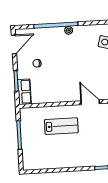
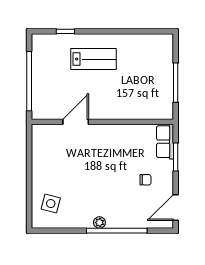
door: (90, 102) -> (76, 122), swing flipped
lab bench: (61, 126) -> (93, 59), moved, turned 180

